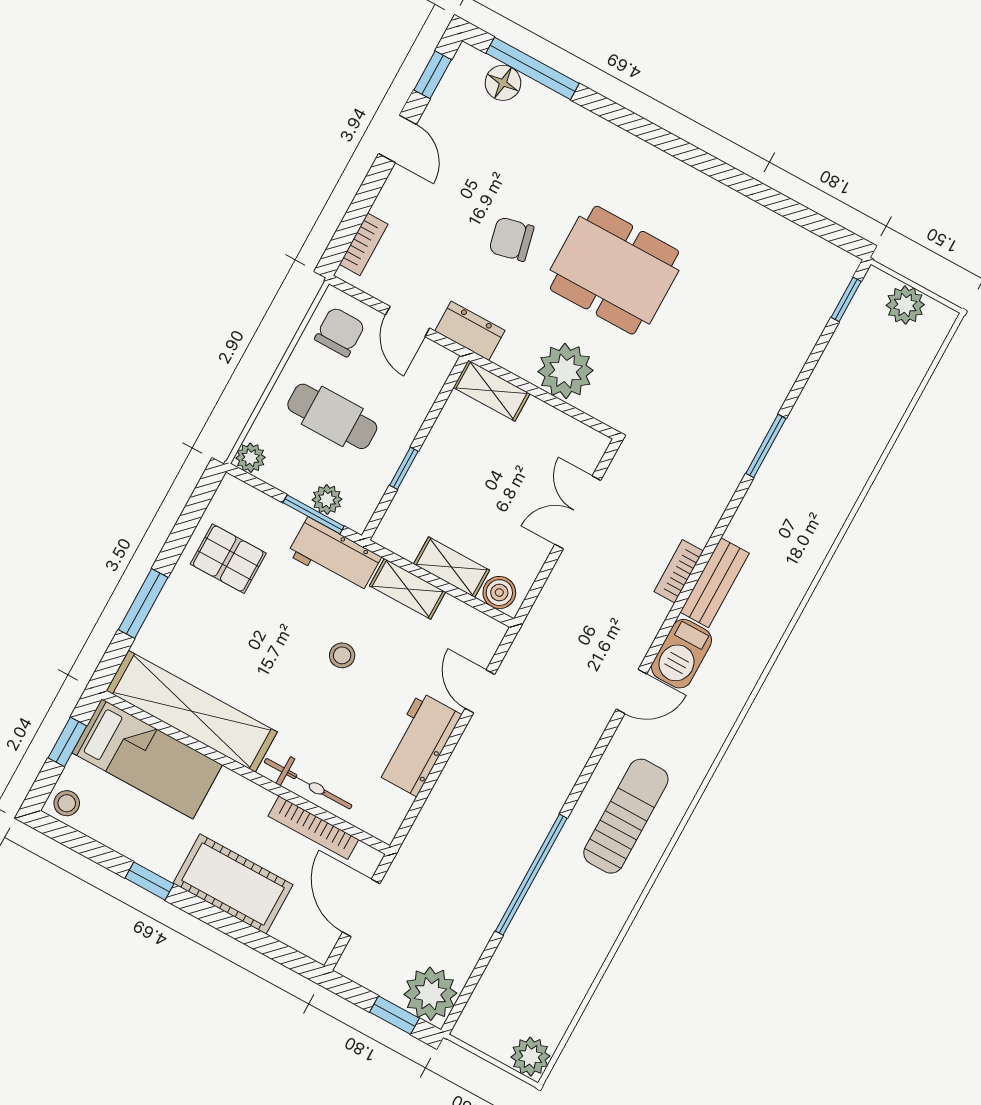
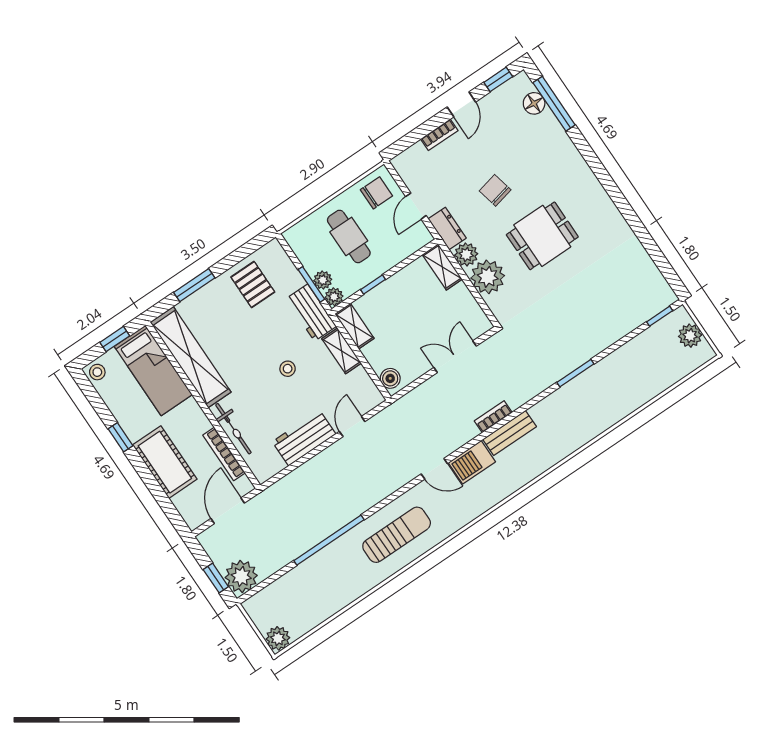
bookcase: (364, 244) -> (439, 135), moved
dining table: (614, 270) -> (542, 236), width x0.73
plant: (517, 354) -> (466, 254), added
plant: (251, 458) -> (334, 297), moved
shelving: (452, 567) -> (354, 326), moved

